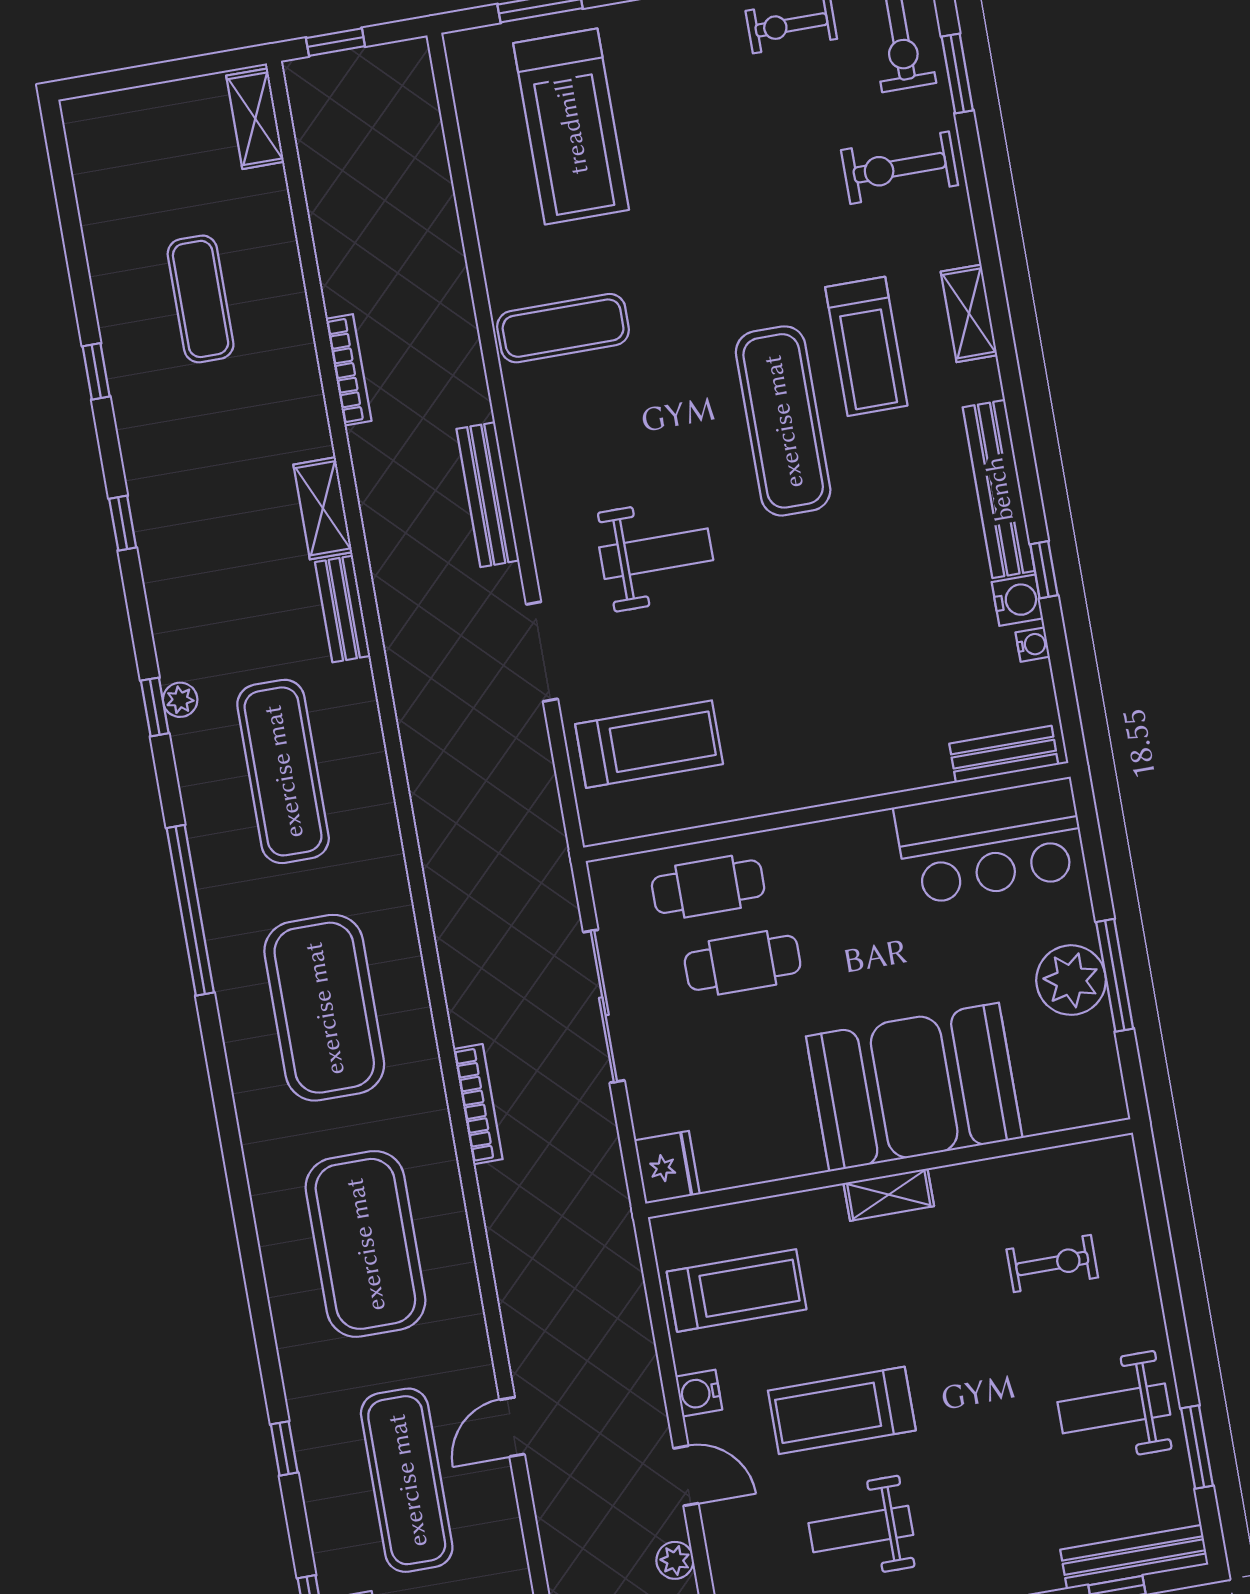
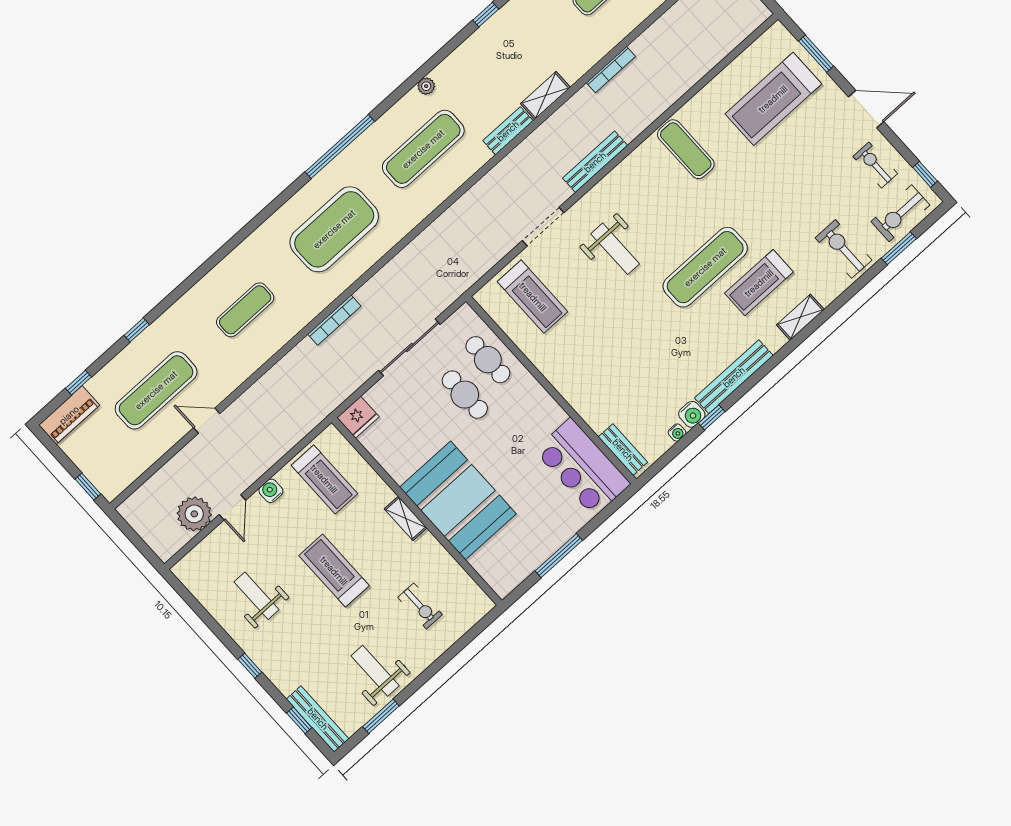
window: (155, 707) -> (416, 77), removed
plant: (1071, 980) -> (545, 538), removed
exercise mat: (365, 1244) -> (245, 310), width x0.50, depth x0.69
treadmill: (842, 1410) -> (334, 571), moved
plant: (675, 1560) -> (194, 514), width x1.88, depth x1.88

